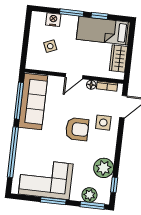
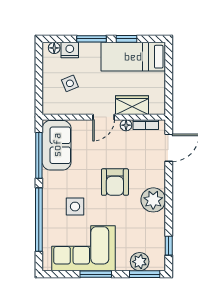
floor lamp: (41, 16) -> (54, 48), added
wardrobe: (118, 59) -> (132, 105), moved, turned 90
sofa: (33, 102) -> (57, 145), width x0.73
side table: (103, 123) -> (75, 207), moved
armchair: (77, 129) -> (115, 182), turned 90
plant: (104, 168) -> (153, 200), moved

